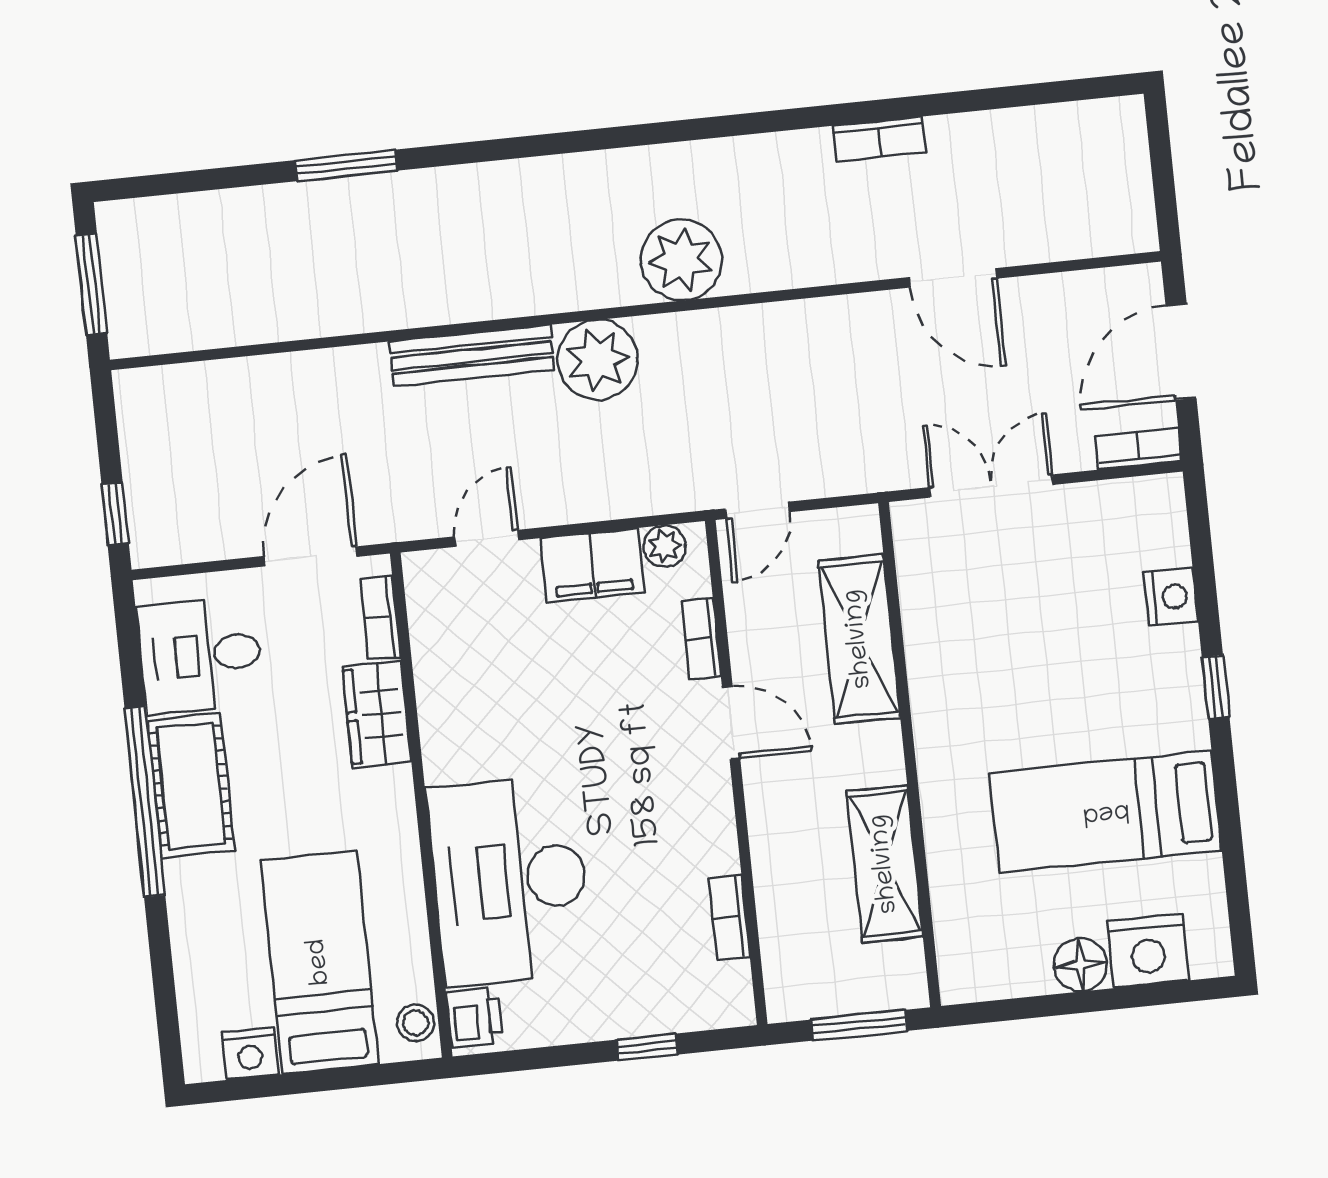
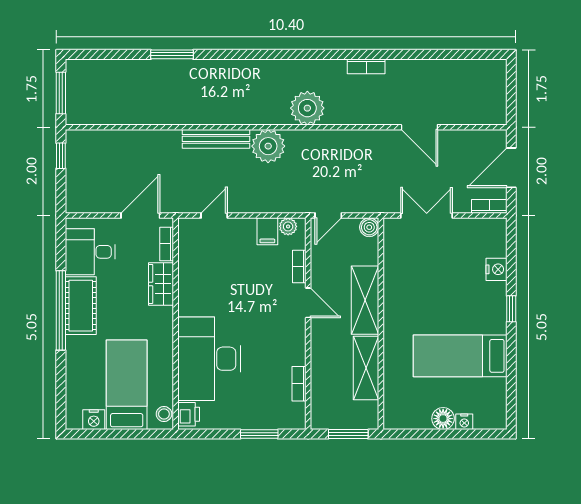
bookcase: (879, 139) -> (366, 66), moved
window: (115, 514) -> (61, 156), moved
boiler: (858, 528) -> (369, 227), added
filing cabinet: (592, 565) -> (267, 231), width x0.50
shelving: (859, 639) -> (365, 300), moved
nightstand: (1148, 951) -> (464, 422), width x0.53, depth x0.56
window: (647, 1047) -> (259, 434), width x1.50

